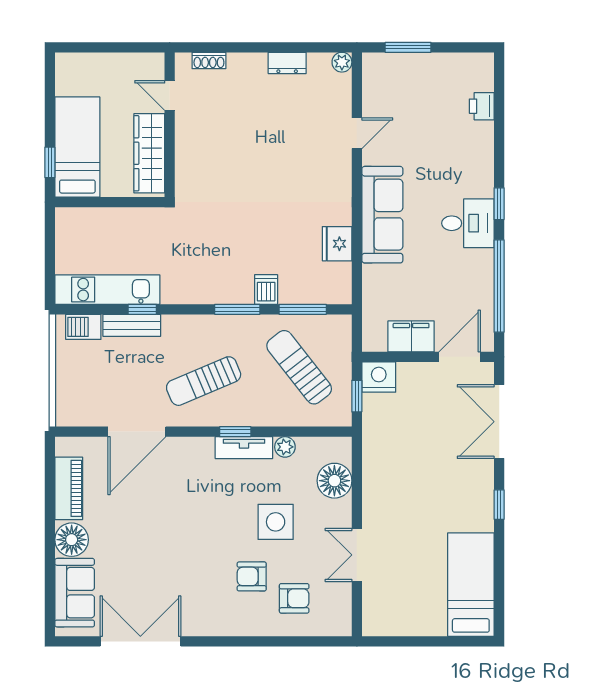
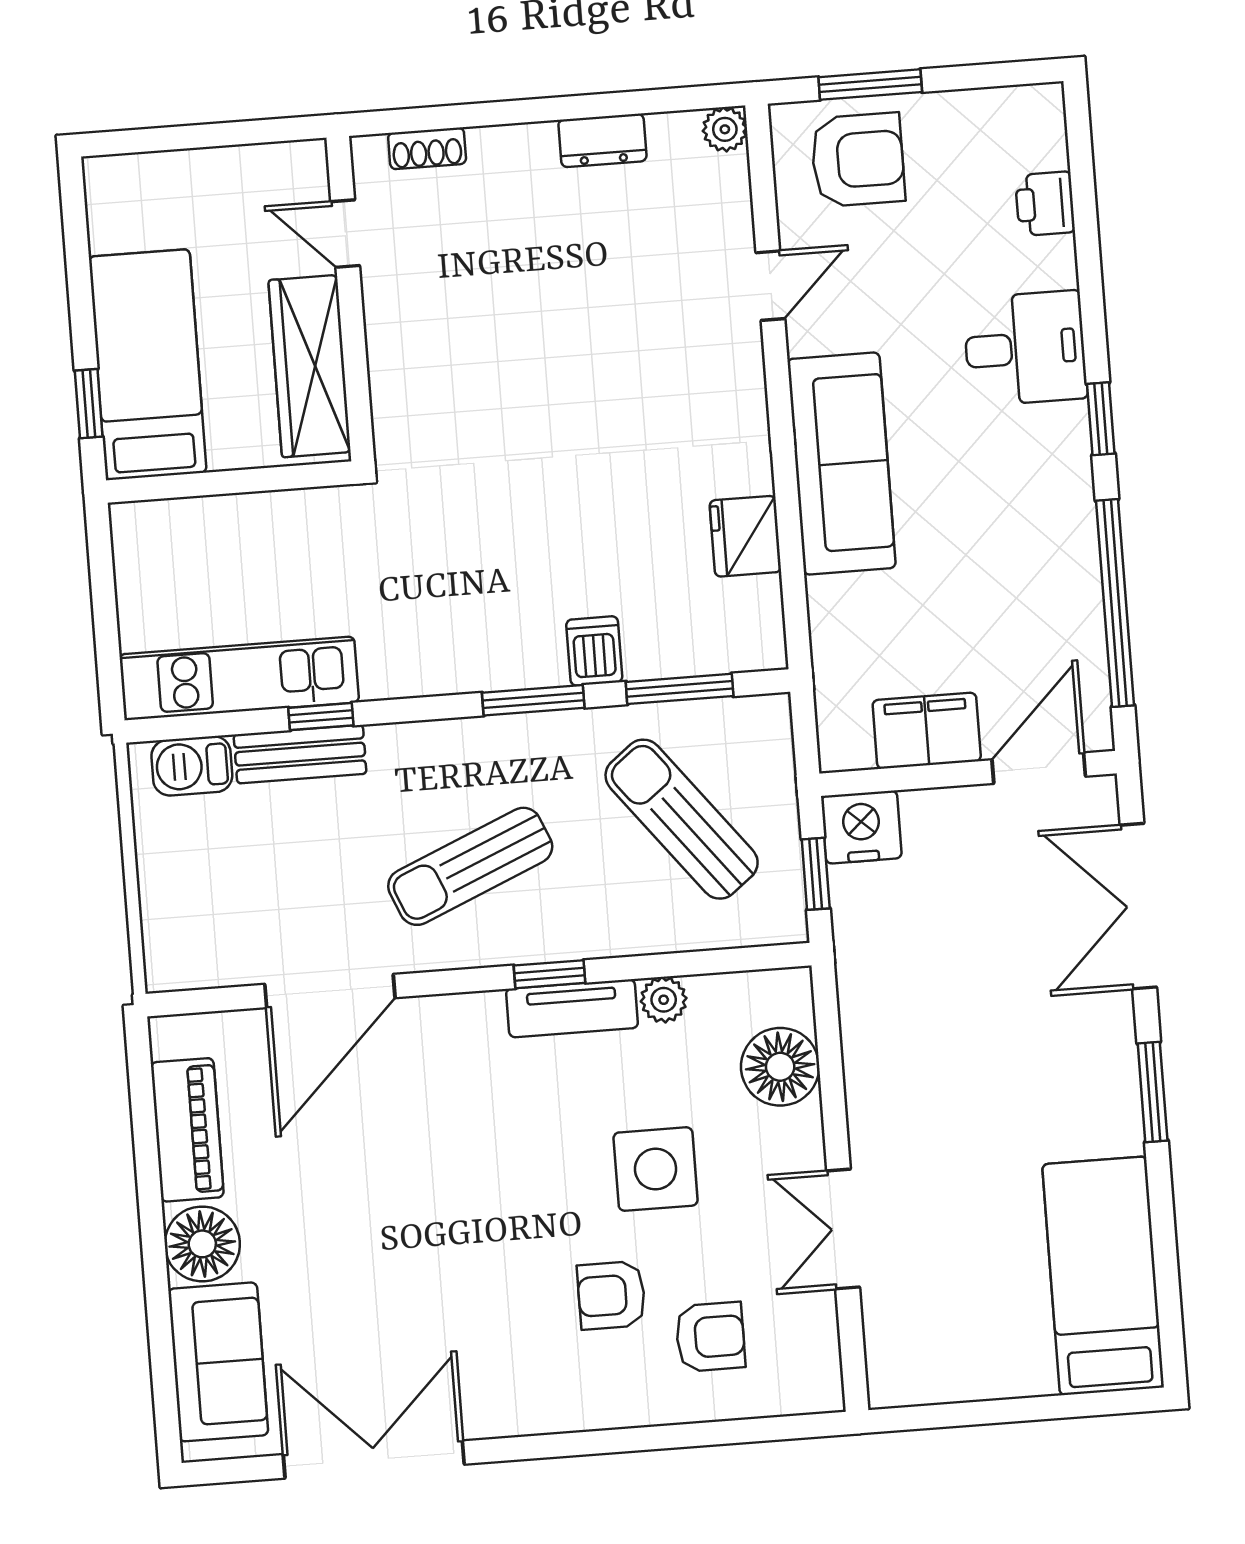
armchair: (400, 80) -> (858, 160), added
desk: (468, 223) -> (1025, 348), moved
window: (499, 505) -> (1153, 1092), width x1.50

